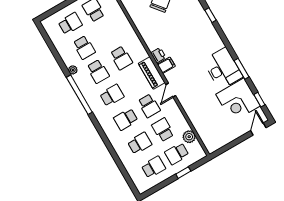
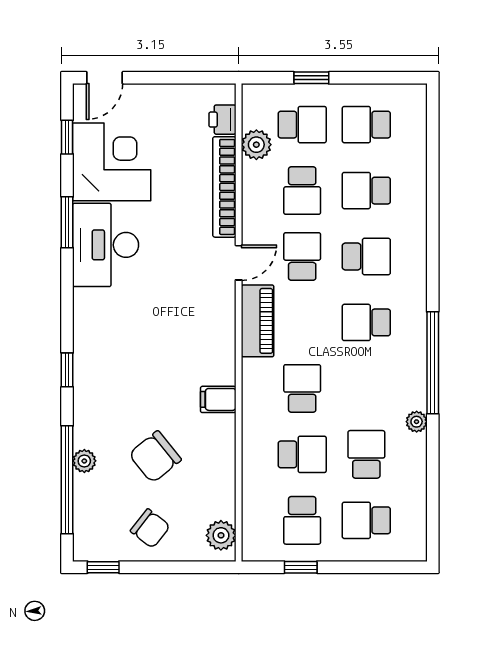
printer: (158, 55) -> (222, 120), moved
filing cabinet: (166, 65) -> (218, 399), moved
school desk: (98, 71) -> (302, 454), moved, turned 90
bookcase: (192, 115) -> (224, 187), added

